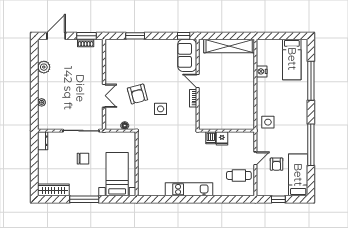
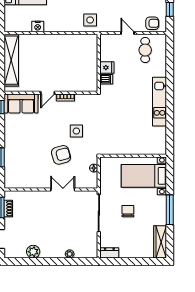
armchair: (277, 164) -> (152, 23), moved

